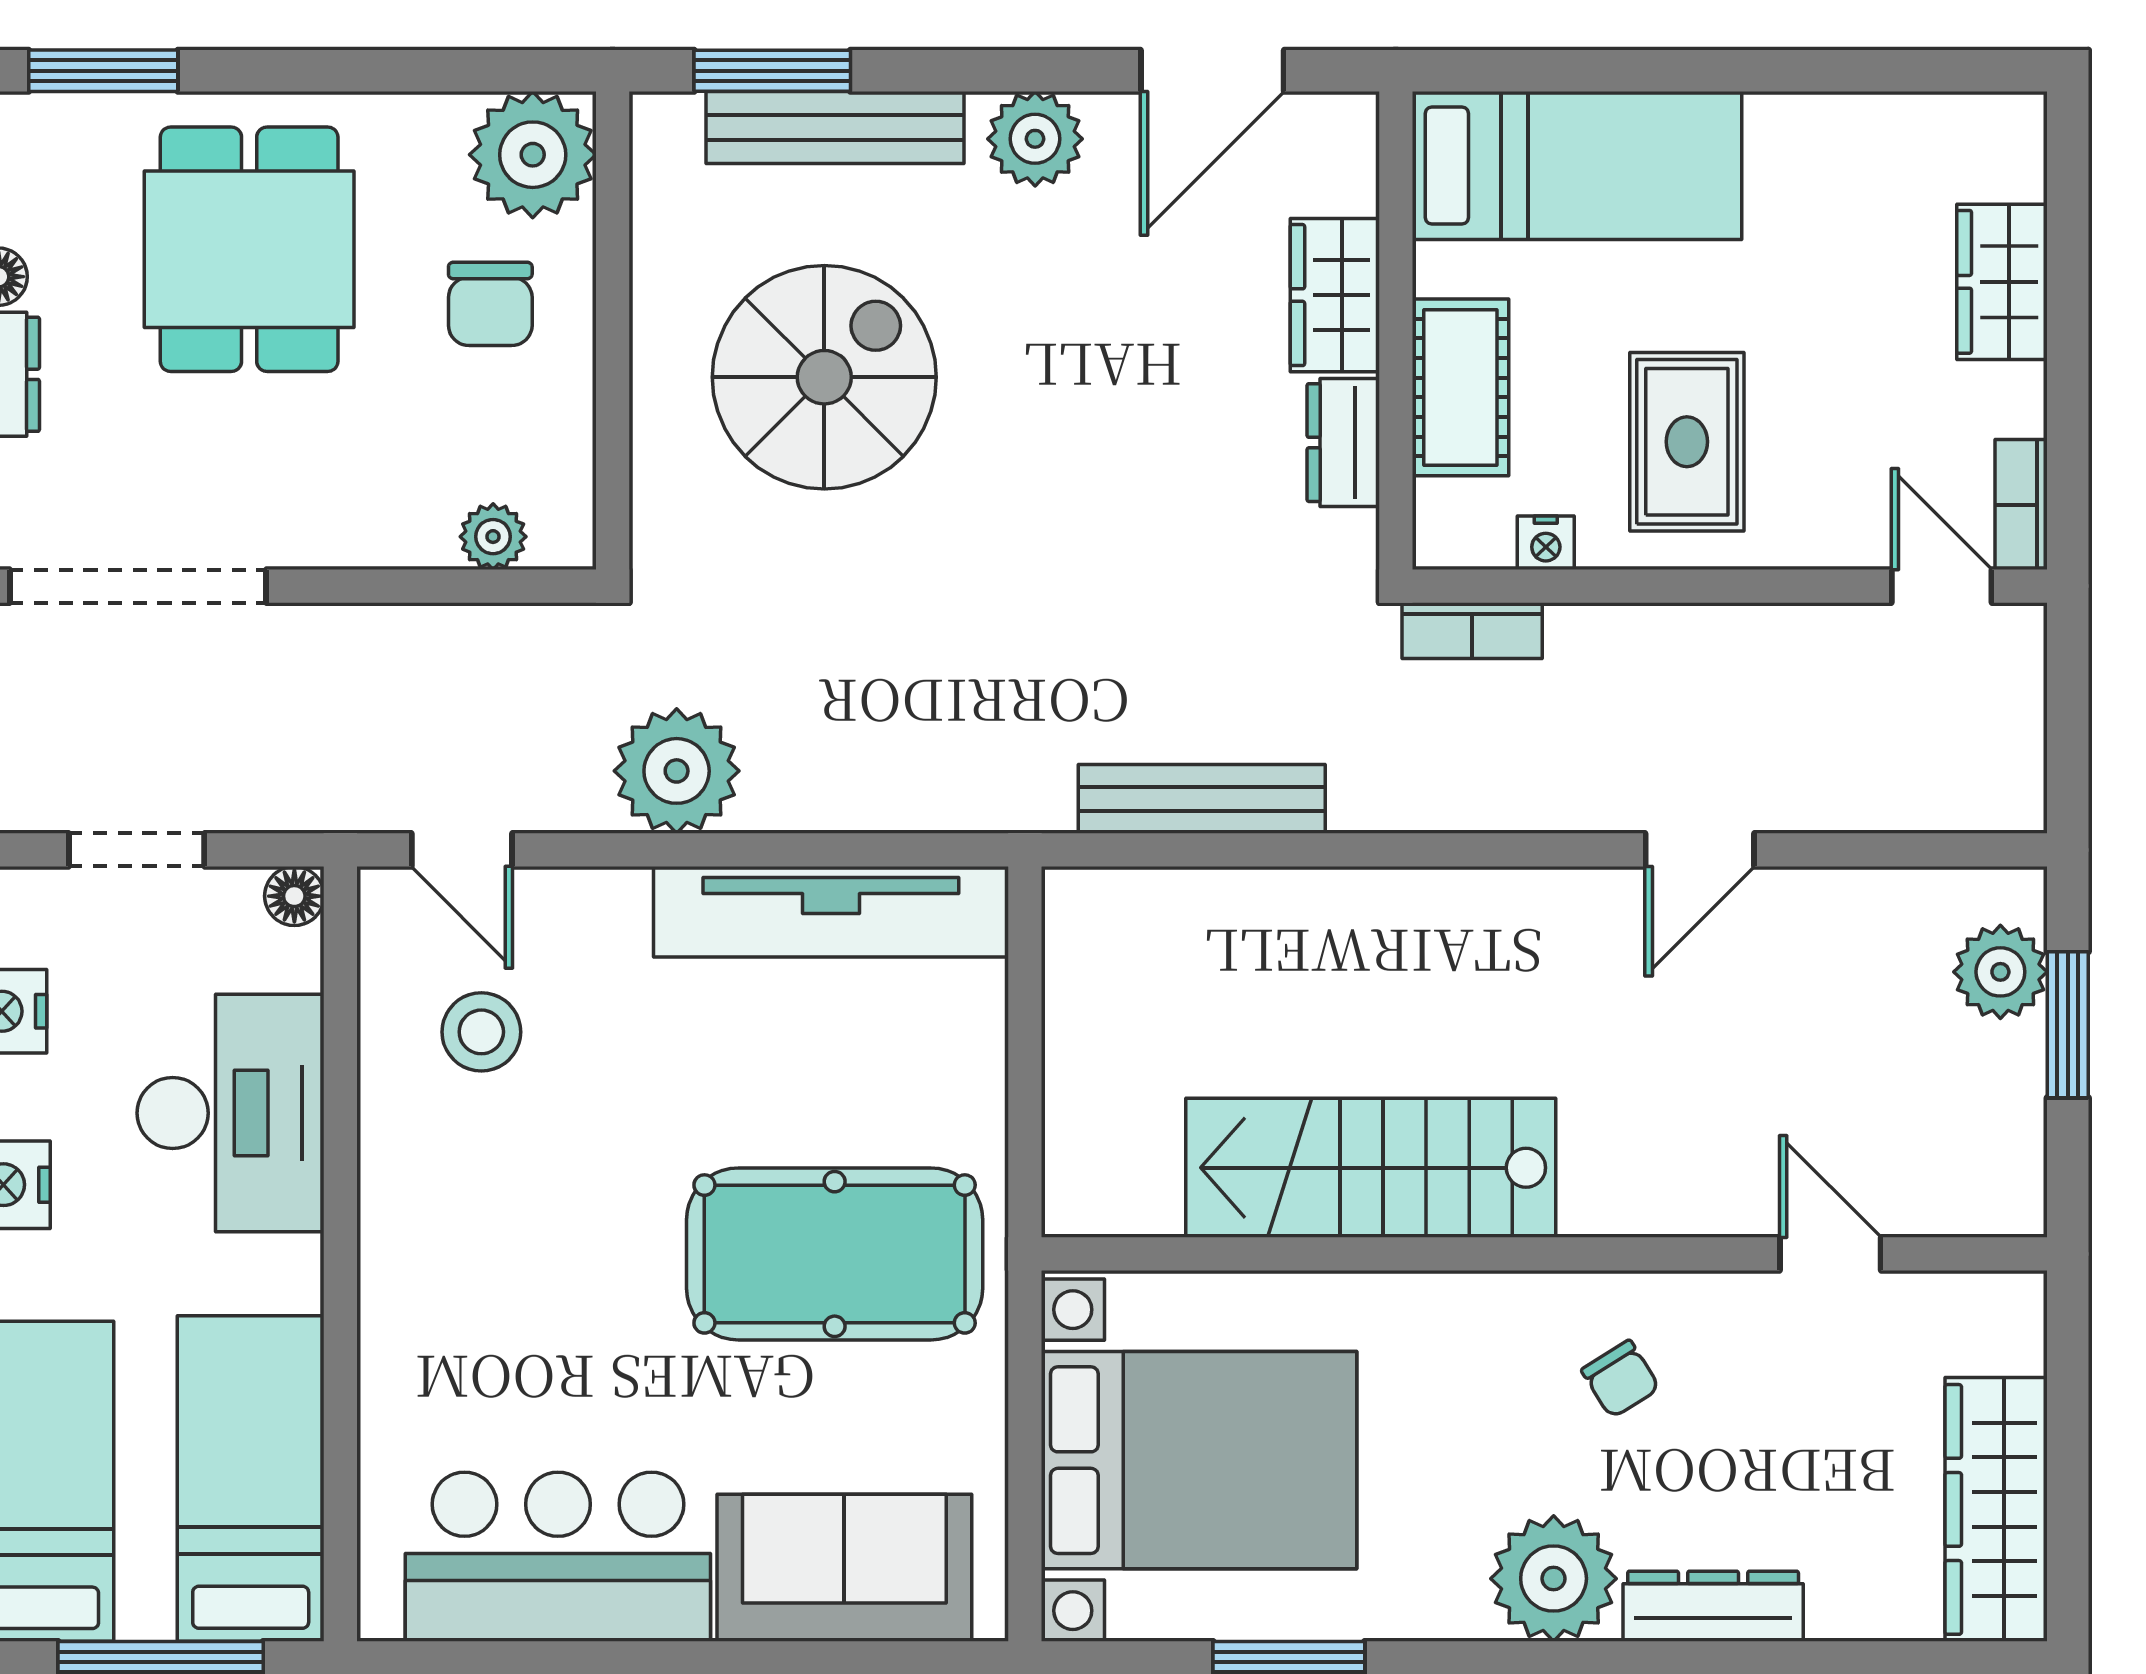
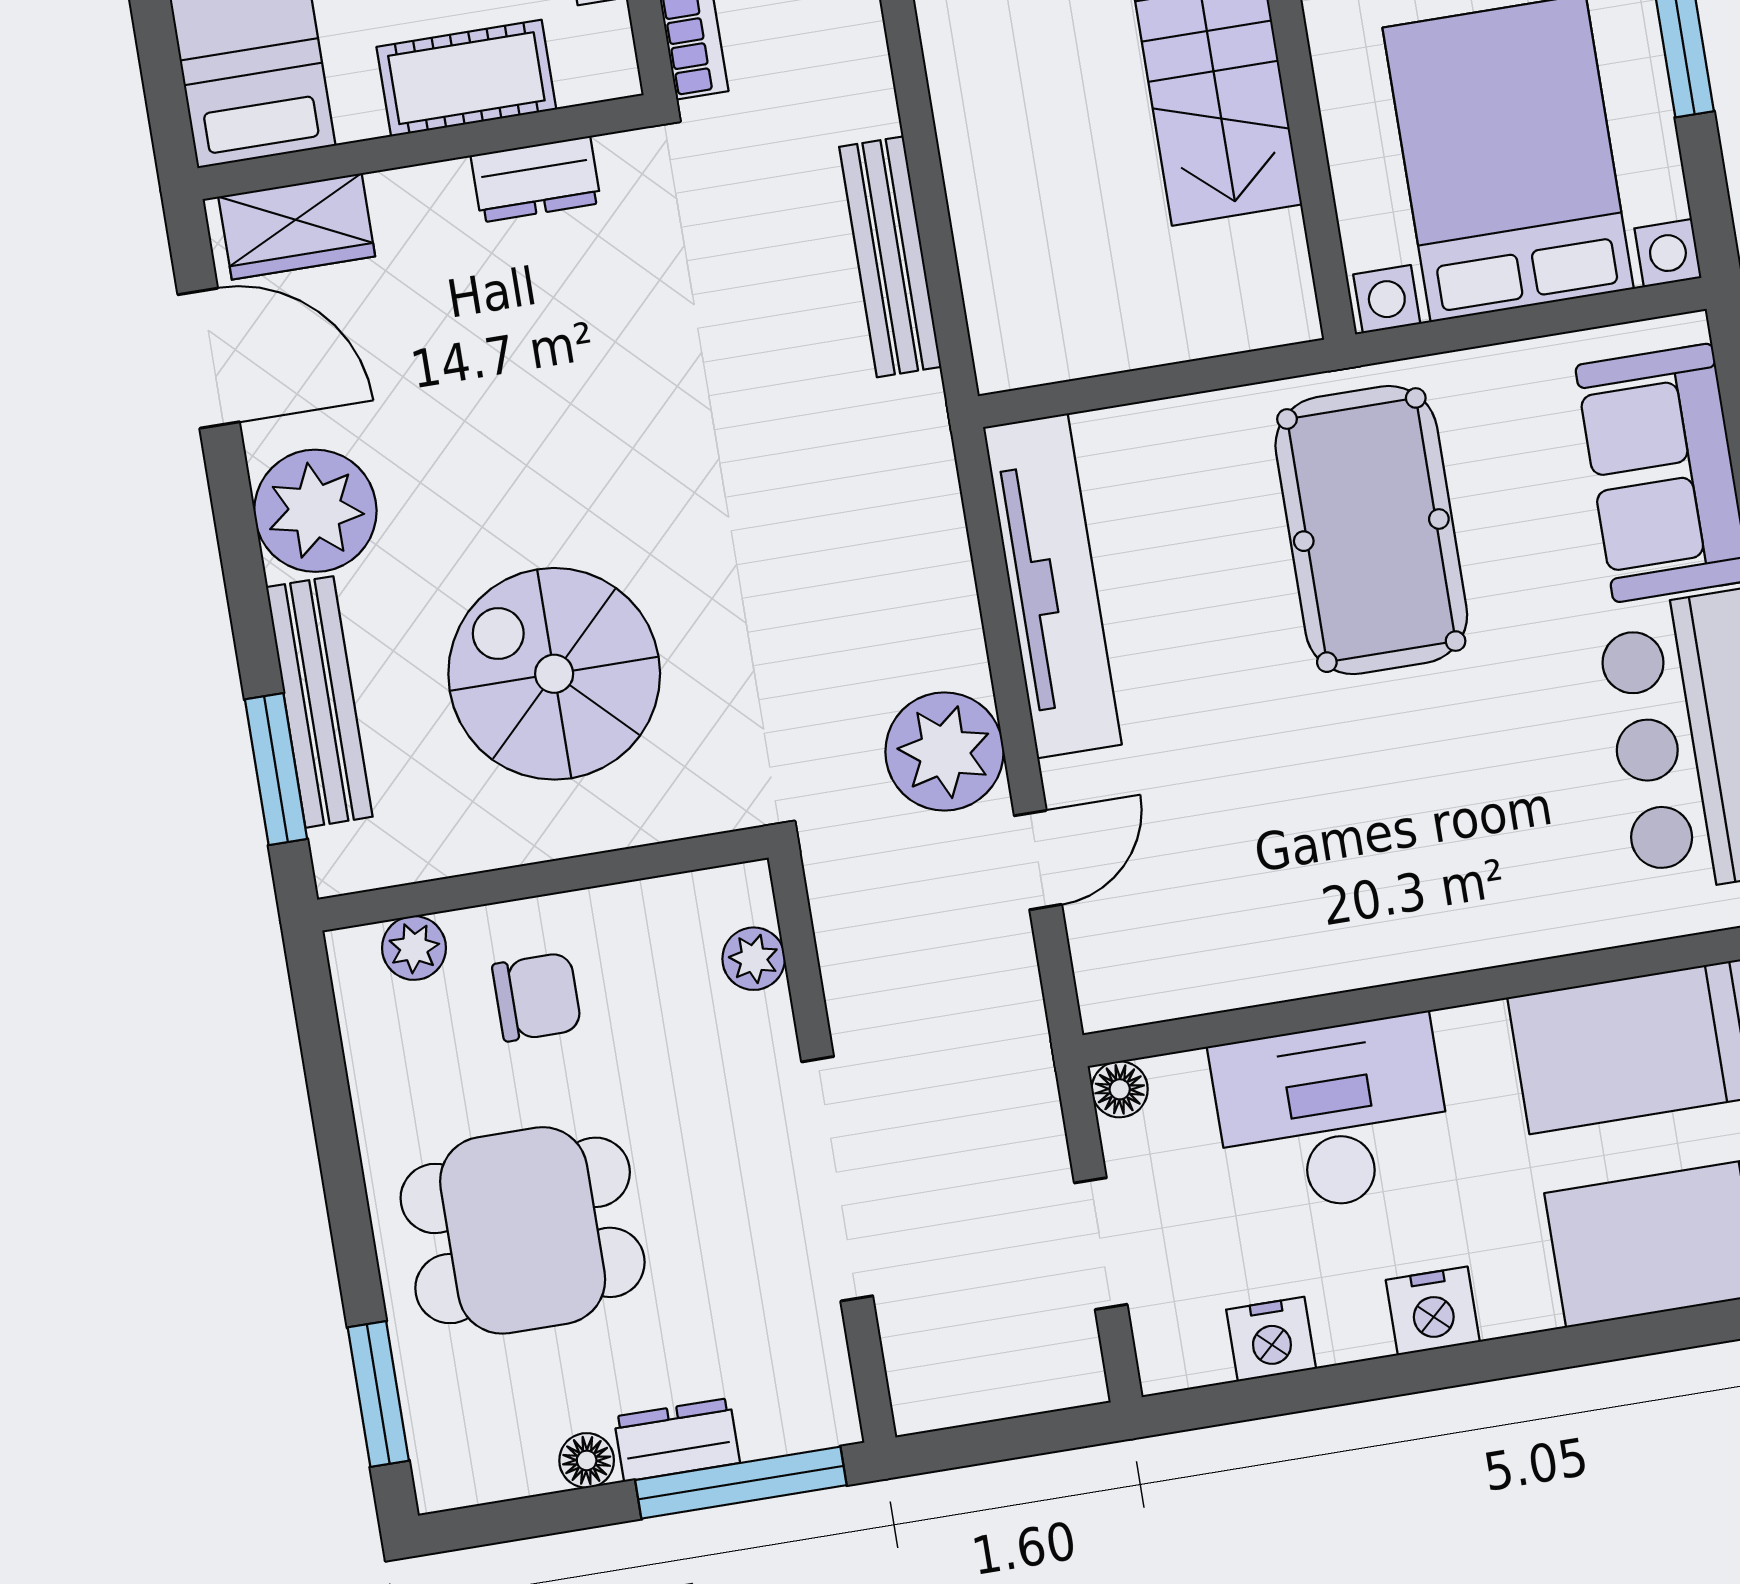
plant: (1035, 139) -> (315, 511), width x1.36, depth x1.36
plant: (533, 155) -> (414, 948), width x0.53, depth x0.53
wardrobe: (1335, 295) -> (297, 226), moved
doorway: (138, 586) -> (837, 1179), moved
door: (462, 850) -> (1038, 860), moved
stool: (481, 1032) -> (1218, 894), removed

